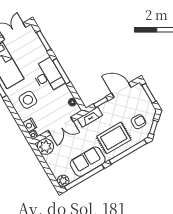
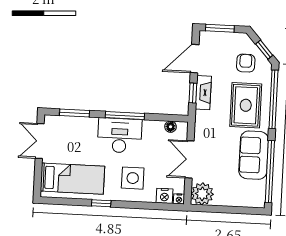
fireplace: (90, 117) -> (203, 93), moved
double door: (61, 126) -> (190, 159), swing flipped
plant: (63, 181) -> (257, 200), removed

